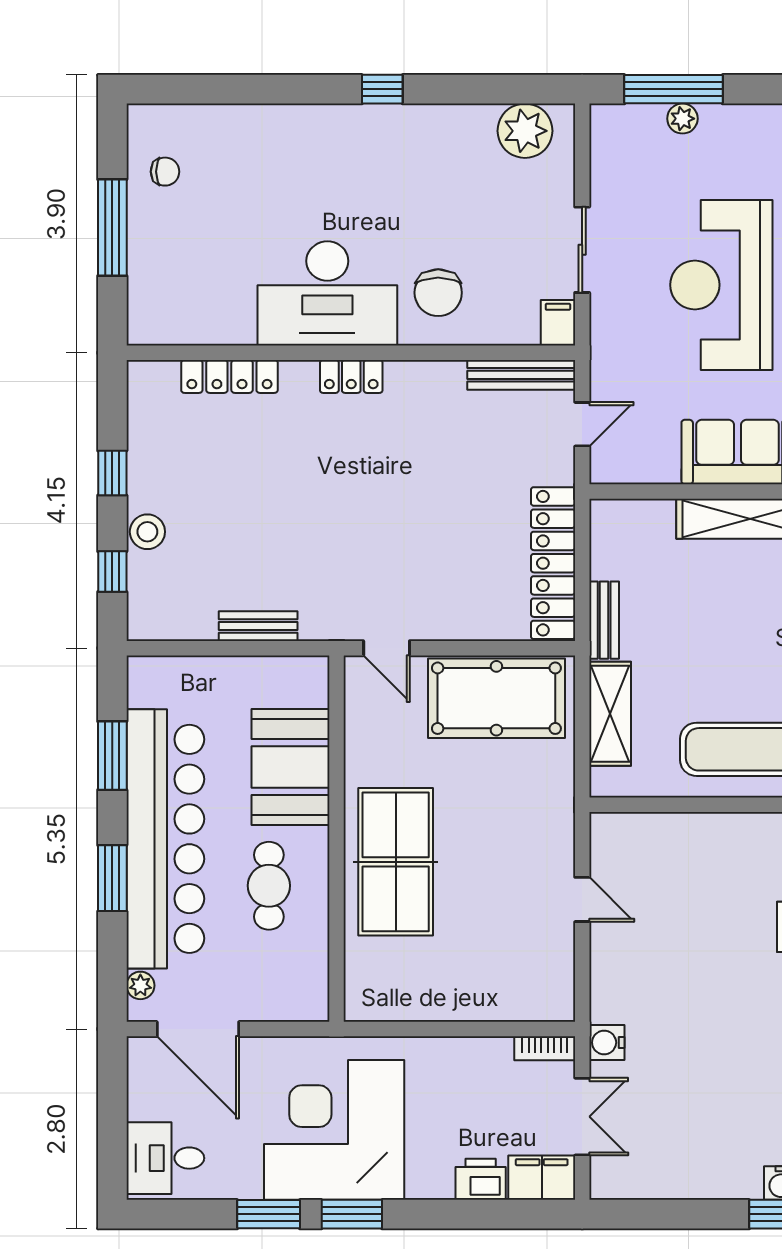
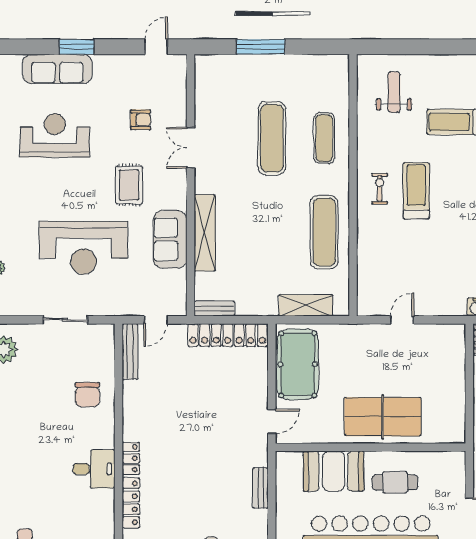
desk: (327, 293) -> (94, 469), width x0.53, depth x0.77
chair: (438, 293) -> (87, 395), turned 90
filing cabinet: (558, 323) -> (103, 332), removed
locker: (351, 376) -> (131, 458), moved
door: (582, 424) -> (156, 320), swing flipped
bench: (604, 620) -> (214, 309), moved

